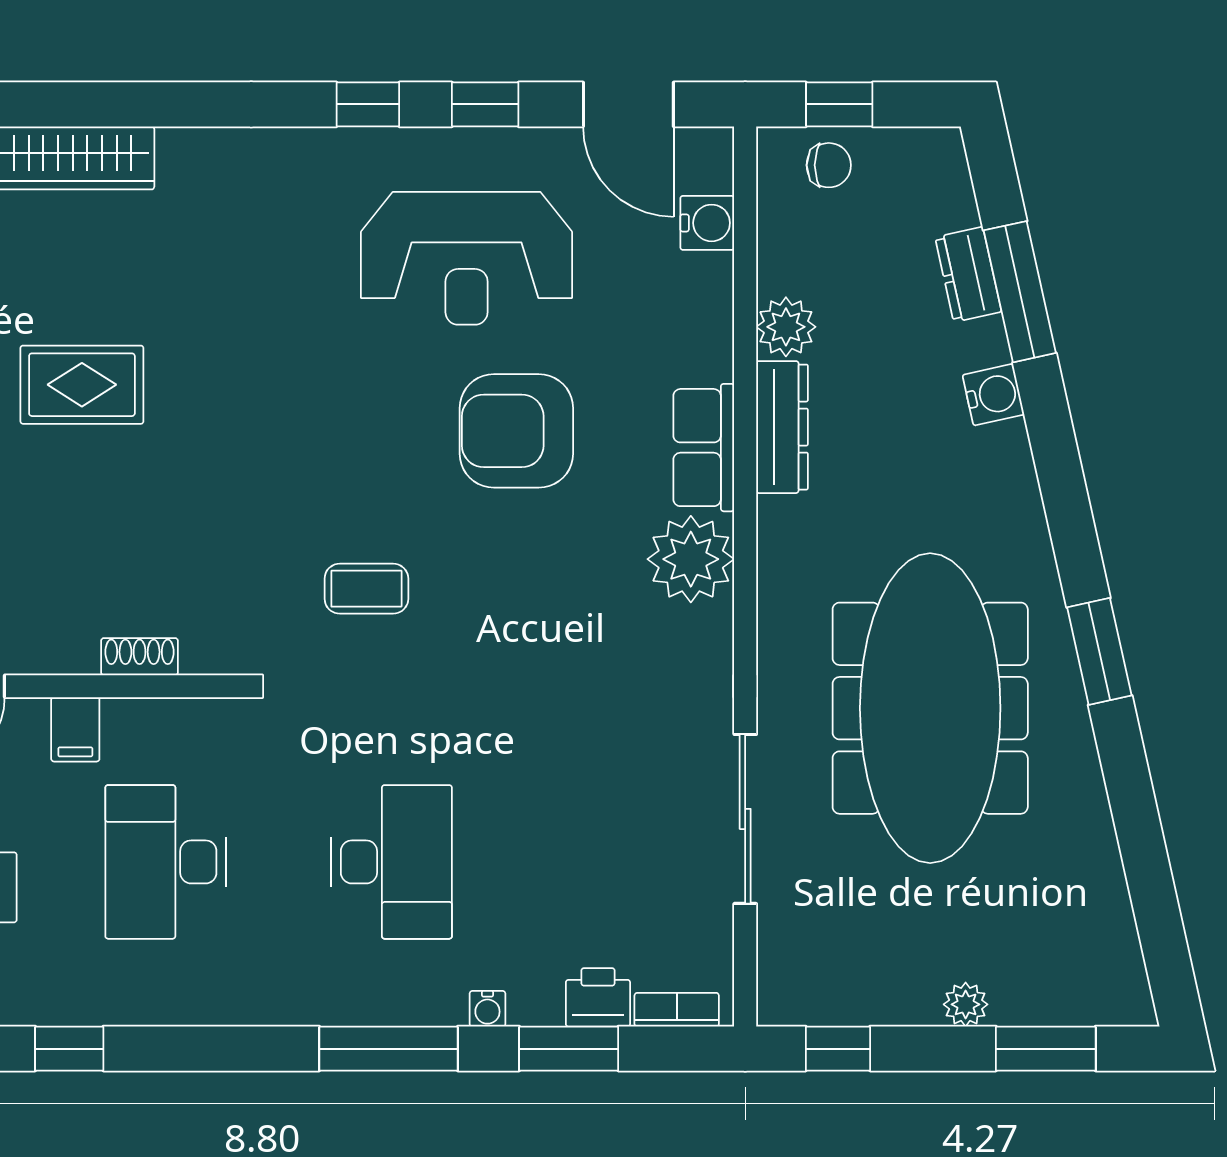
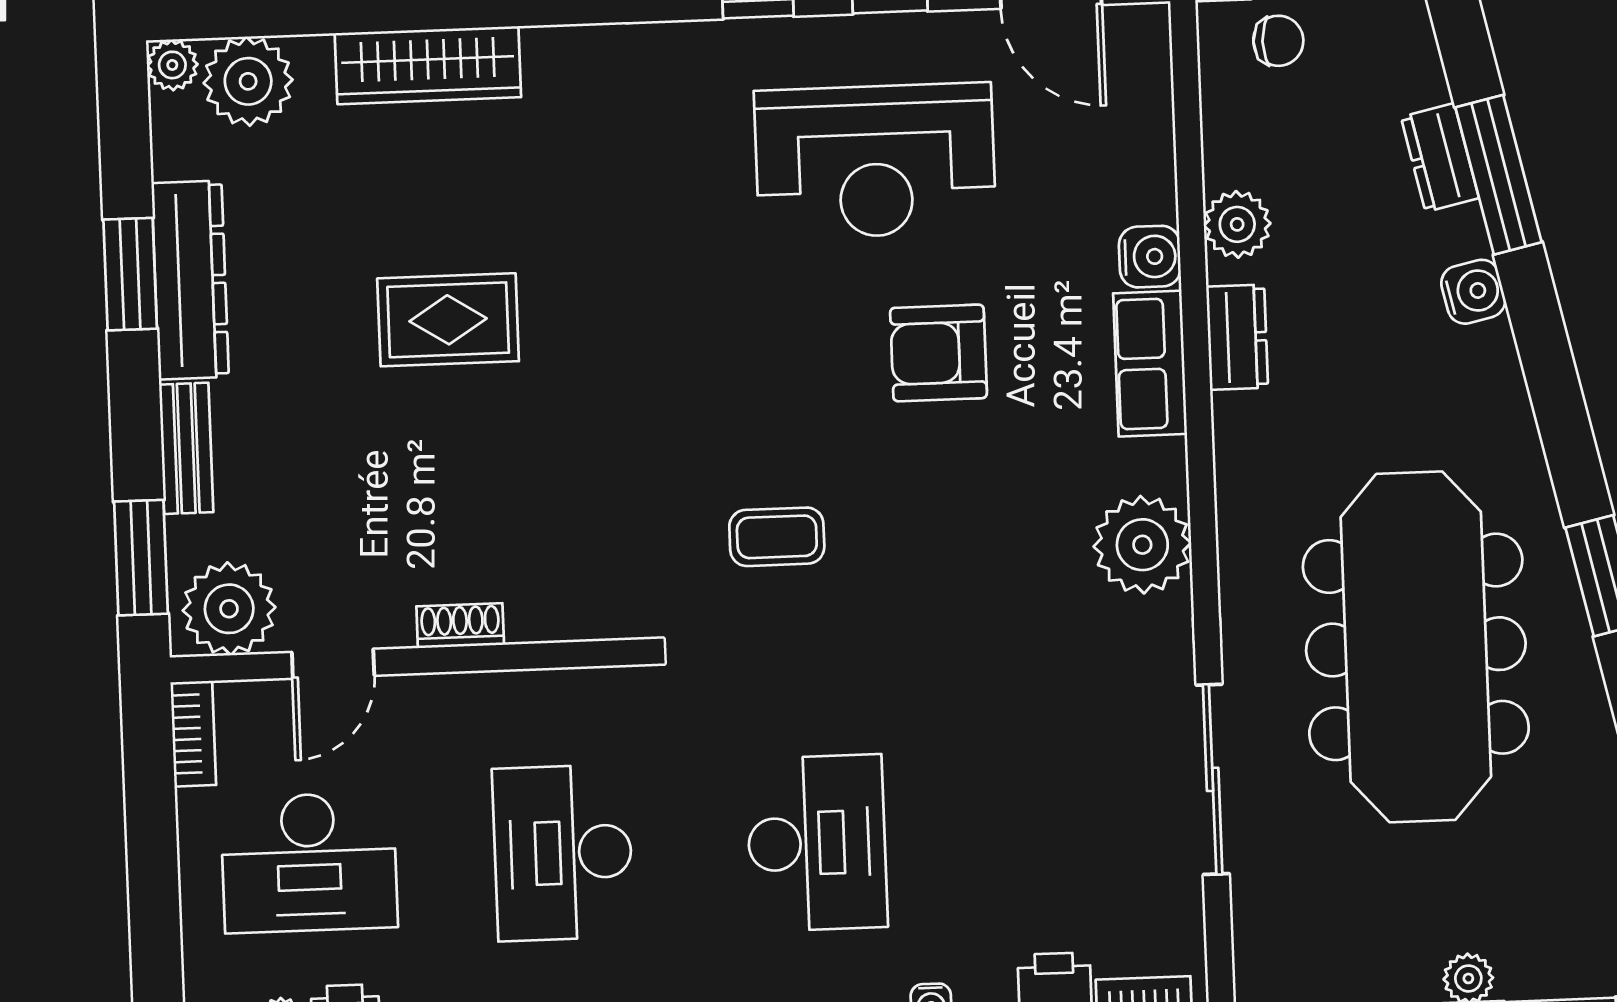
water cooler: (707, 223) -> (1150, 257), moved
dresser: (782, 427) -> (1237, 337), width x0.70
armchair: (516, 431) -> (939, 353), width x0.73, depth x0.73
plant: (691, 559) -> (1142, 545), moved
shoe rack: (140, 657) -> (460, 626), moved
filing cabinet: (75, 729) -> (456, 708), removed

